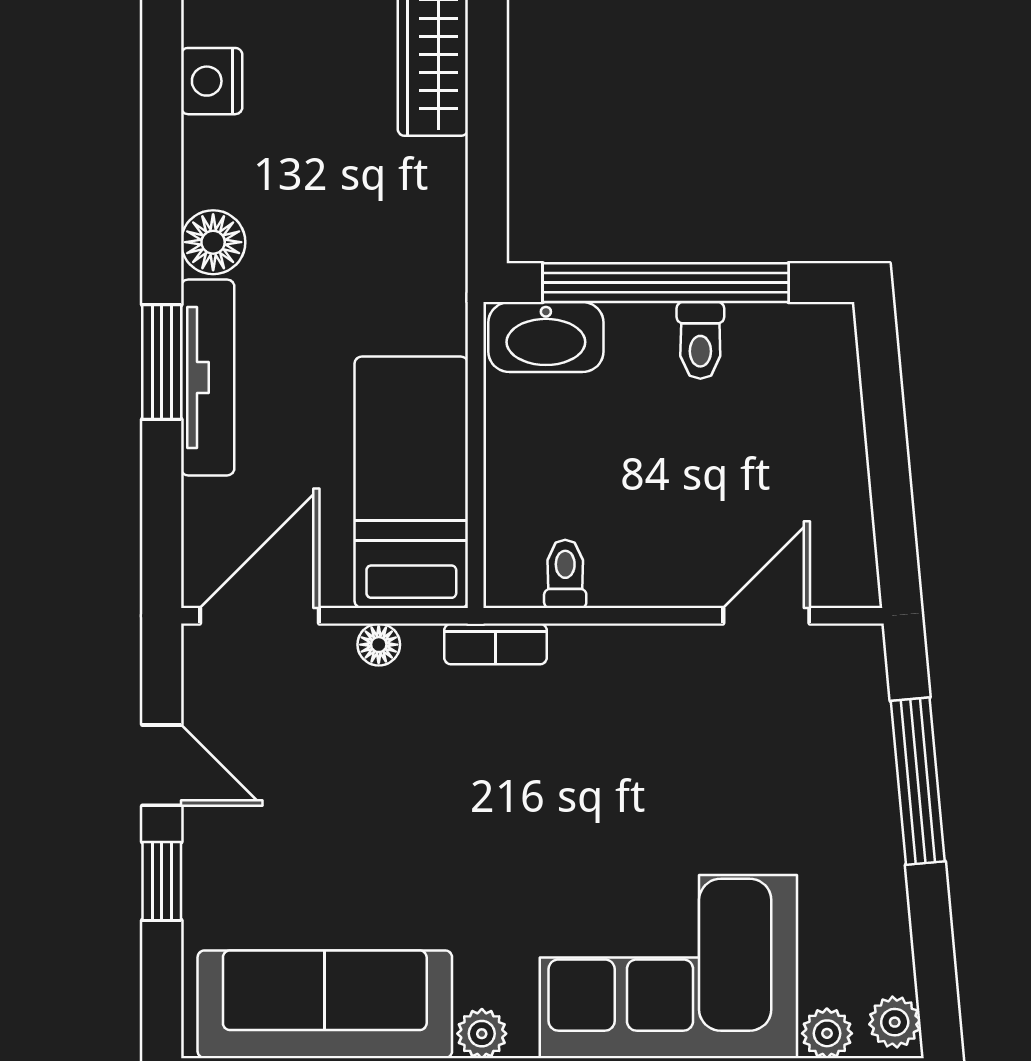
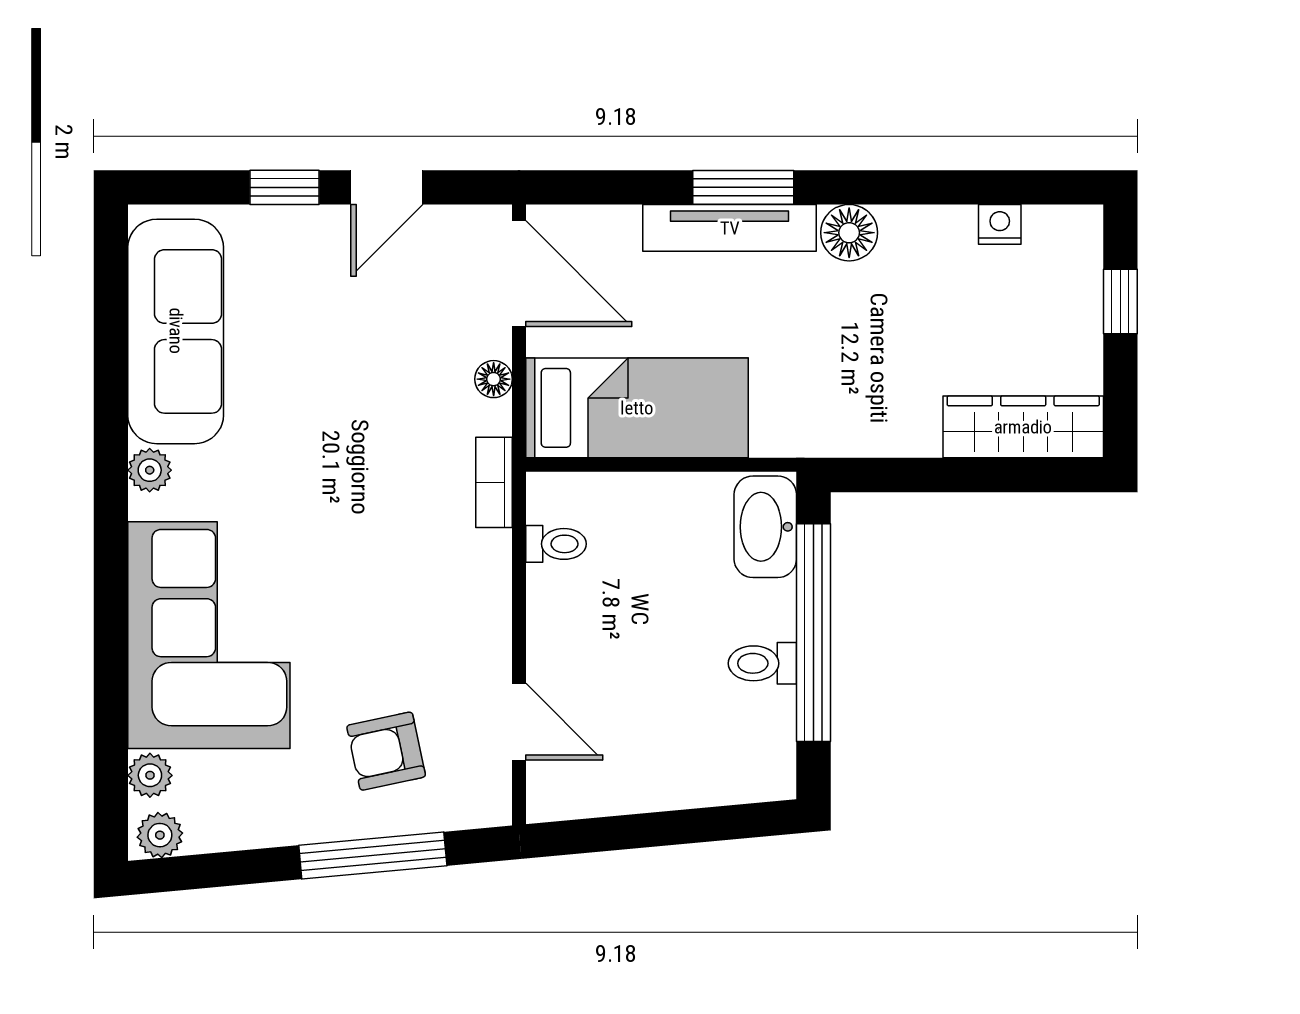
nightstand: (212, 81) -> (1000, 224), width x0.72, depth x0.74
armchair: (800, 766) -> (386, 751), added

